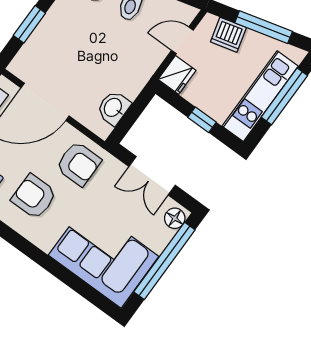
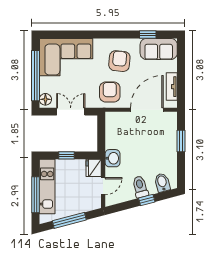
dishwasher: (228, 35) -> (83, 205), removed
washbasin: (113, 108) -> (112, 158), moved
armchair: (79, 164) -> (110, 92), turned 90
armchair: (34, 197) -> (119, 61), turned -84

